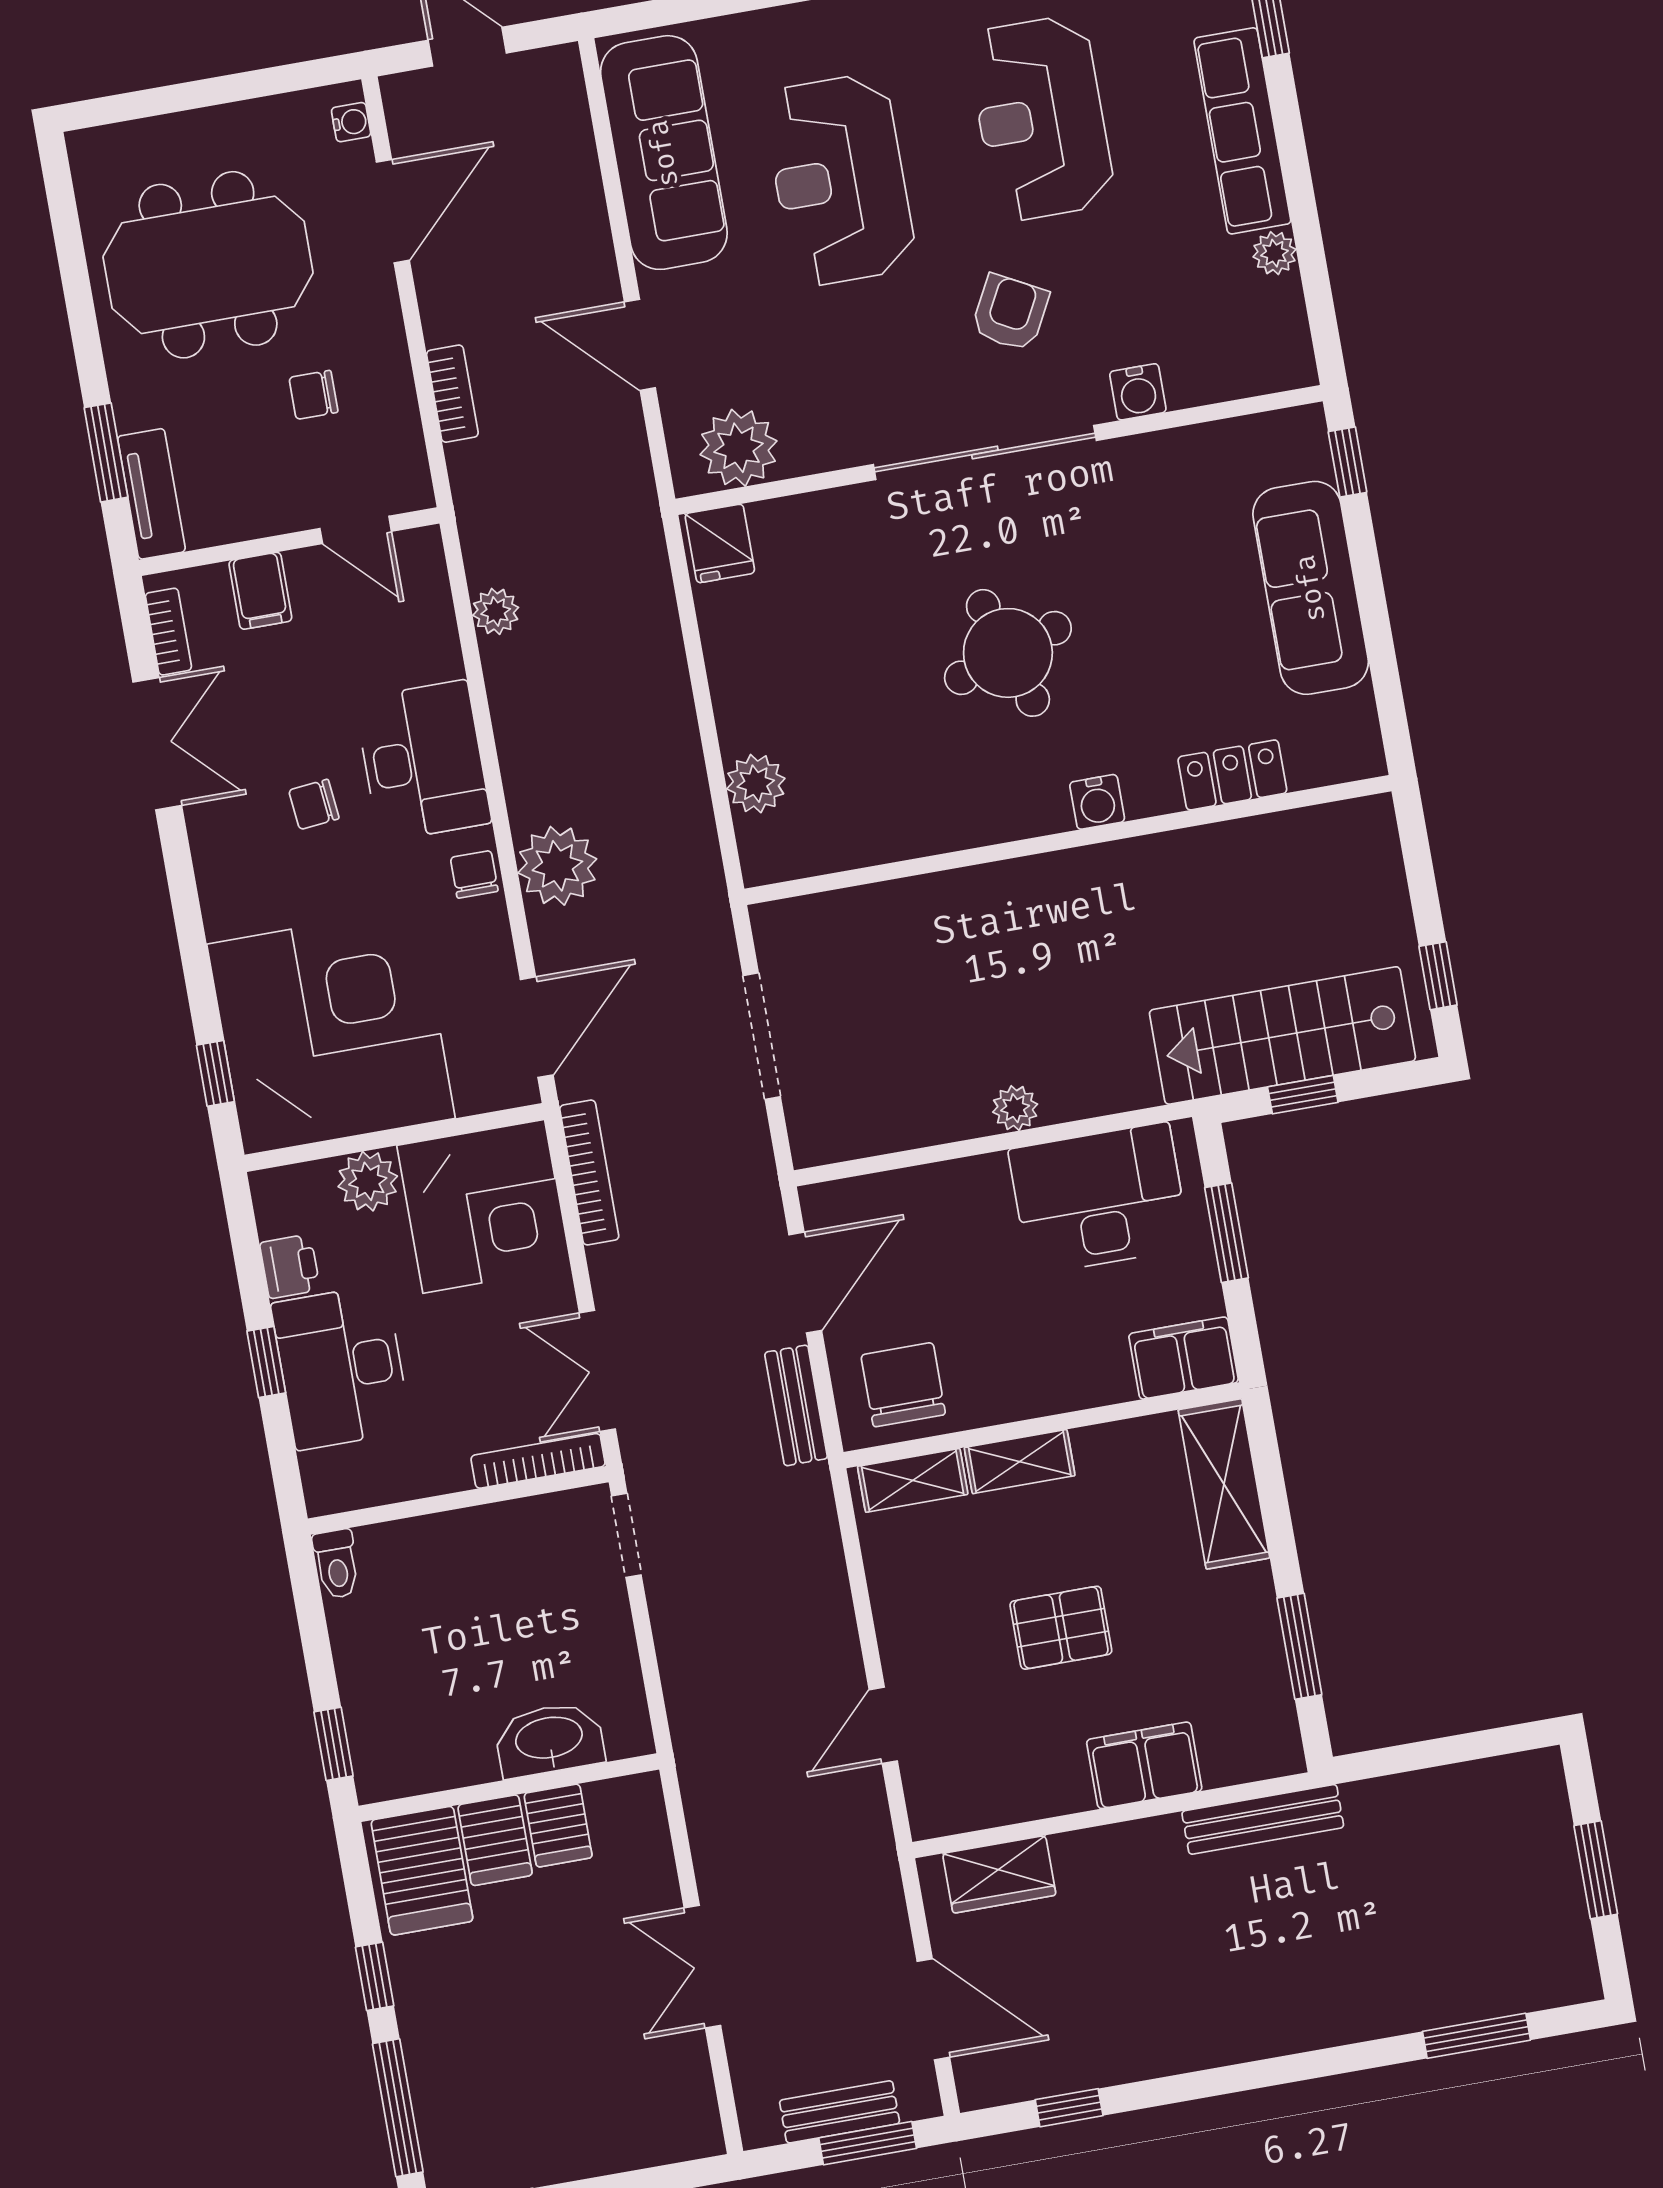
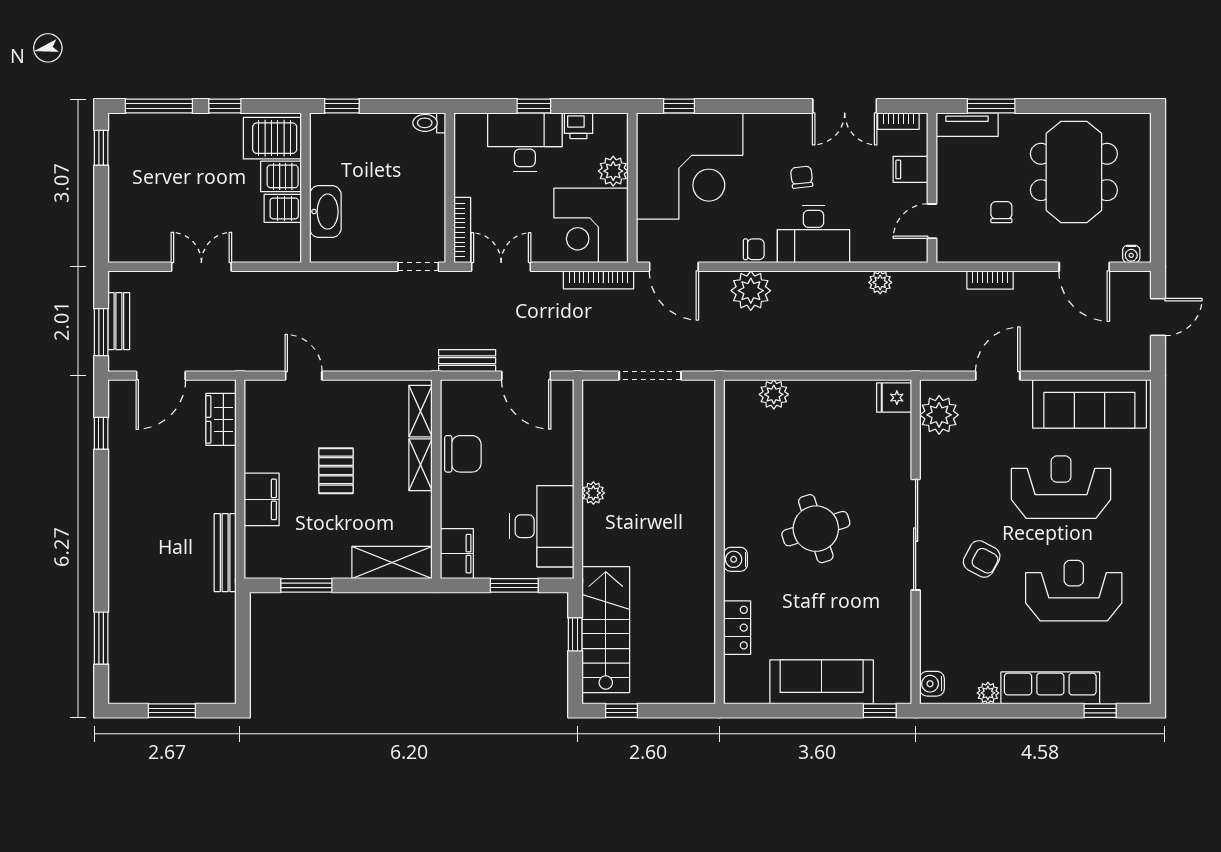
water cooler: (1138, 392) -> (932, 684), moved
chair: (903, 1385) -> (463, 454), moved

